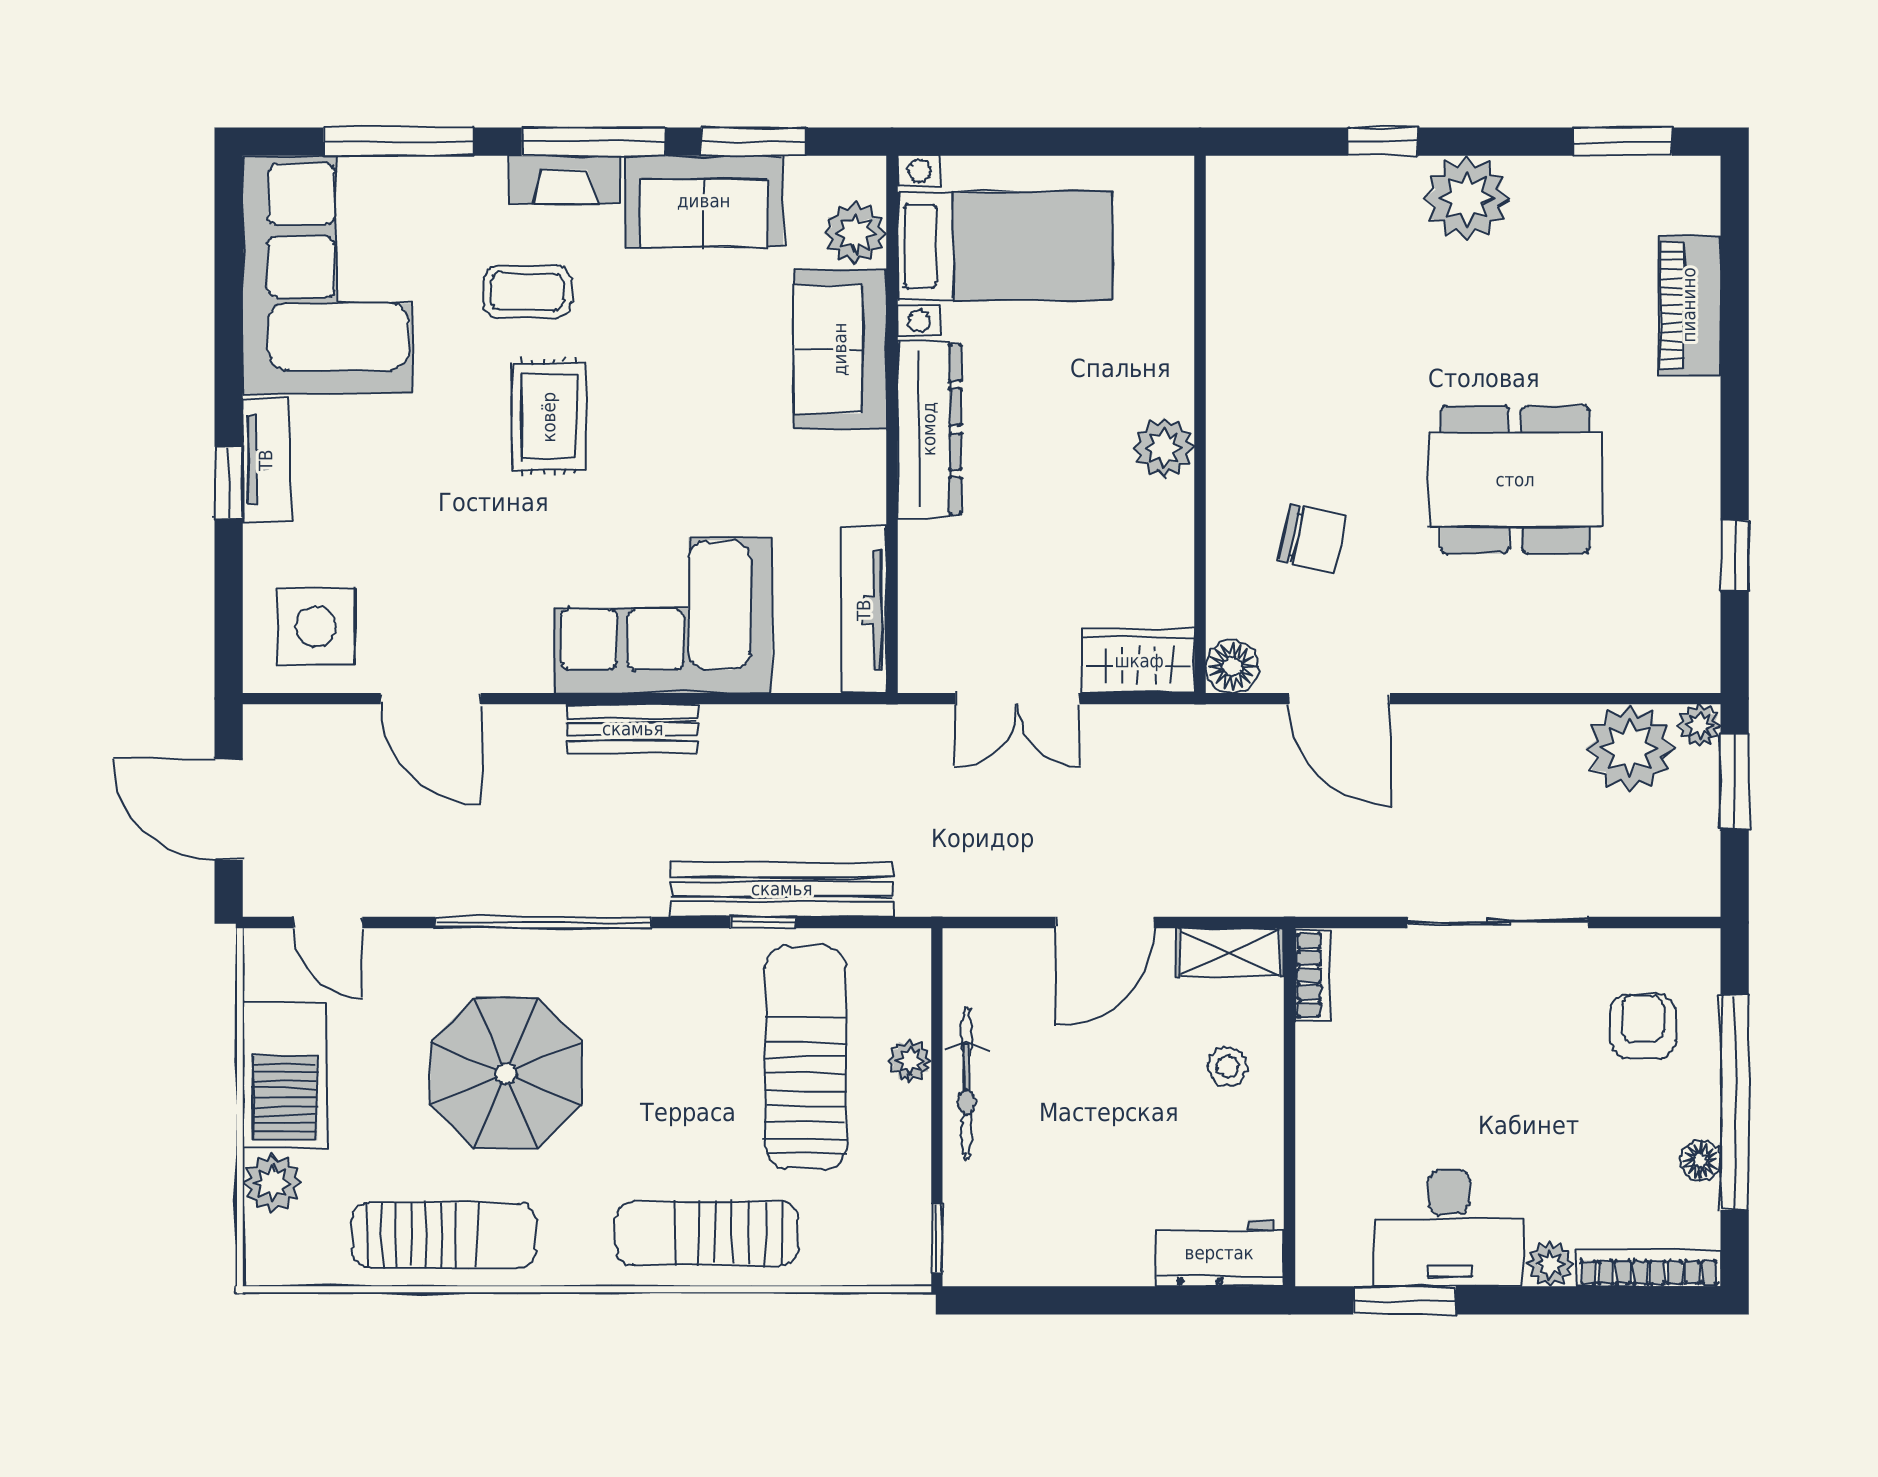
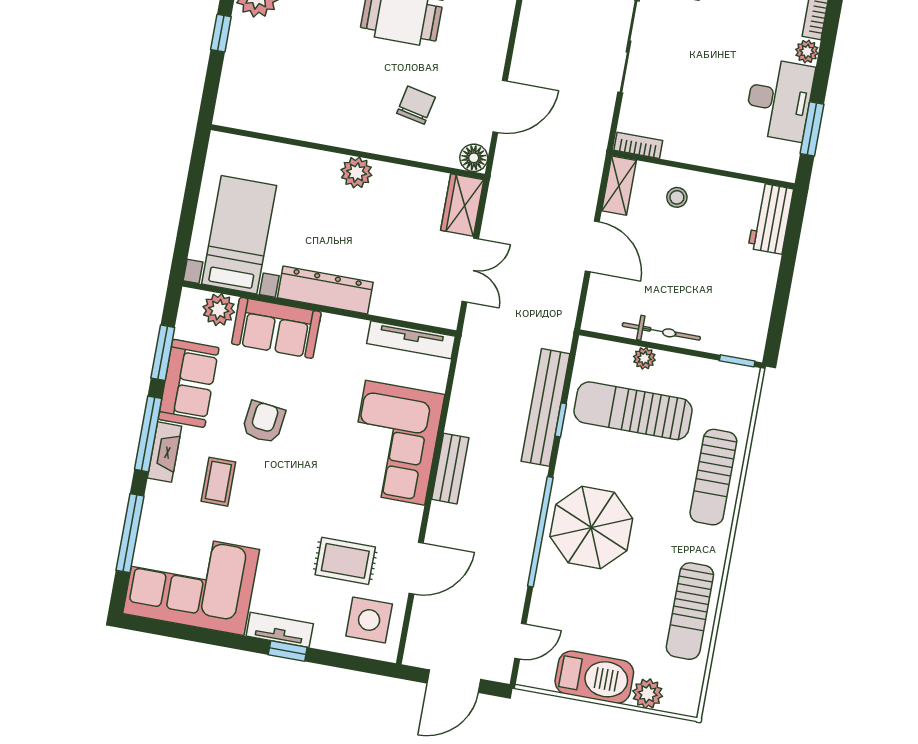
armchair: (656, 357) -> (264, 422), added
rug: (549, 417) -> (345, 561), moved
parasol: (506, 1073) -> (591, 528), moved
sun lounger: (444, 1235) -> (690, 611), turned 180

